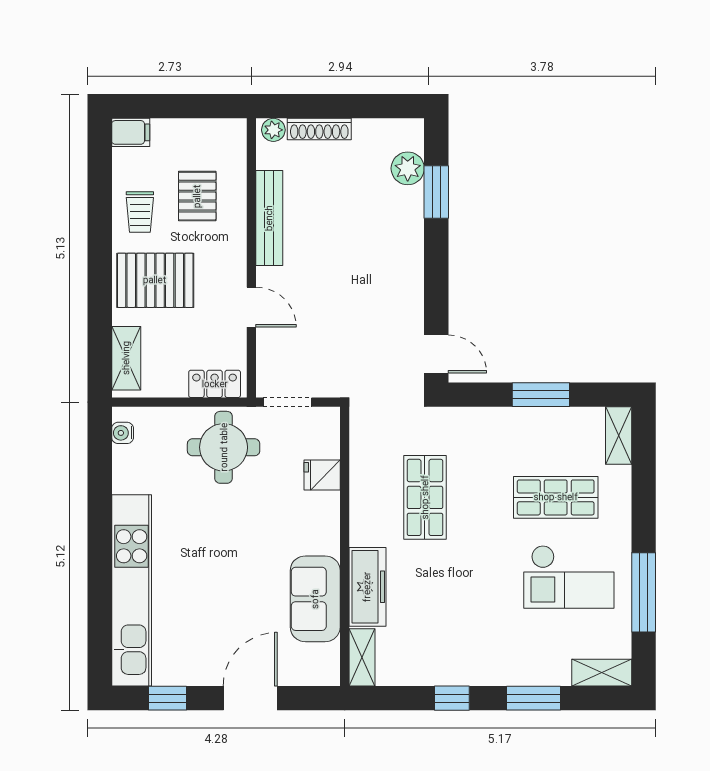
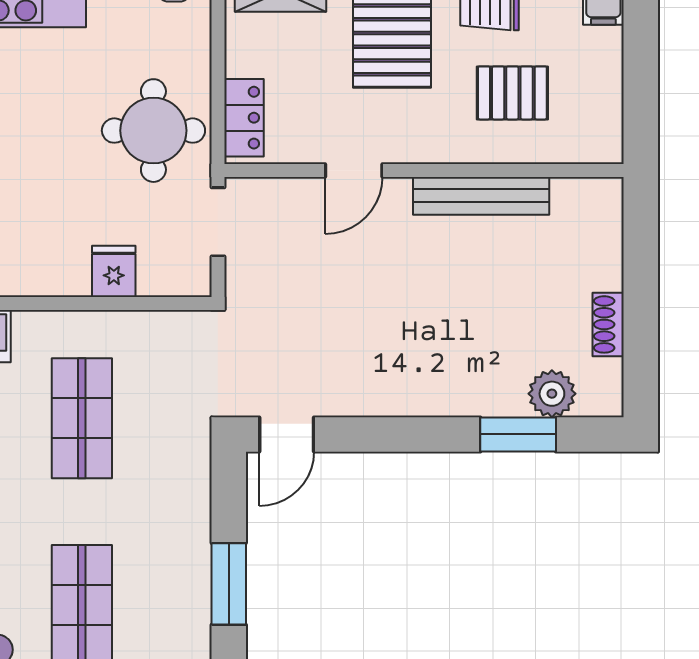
shoe rack: (319, 129) -> (608, 324), moved, width x0.70
plant: (273, 130) -> (607, 202), removed
shop shelf: (425, 497) -> (82, 418), turned 90

